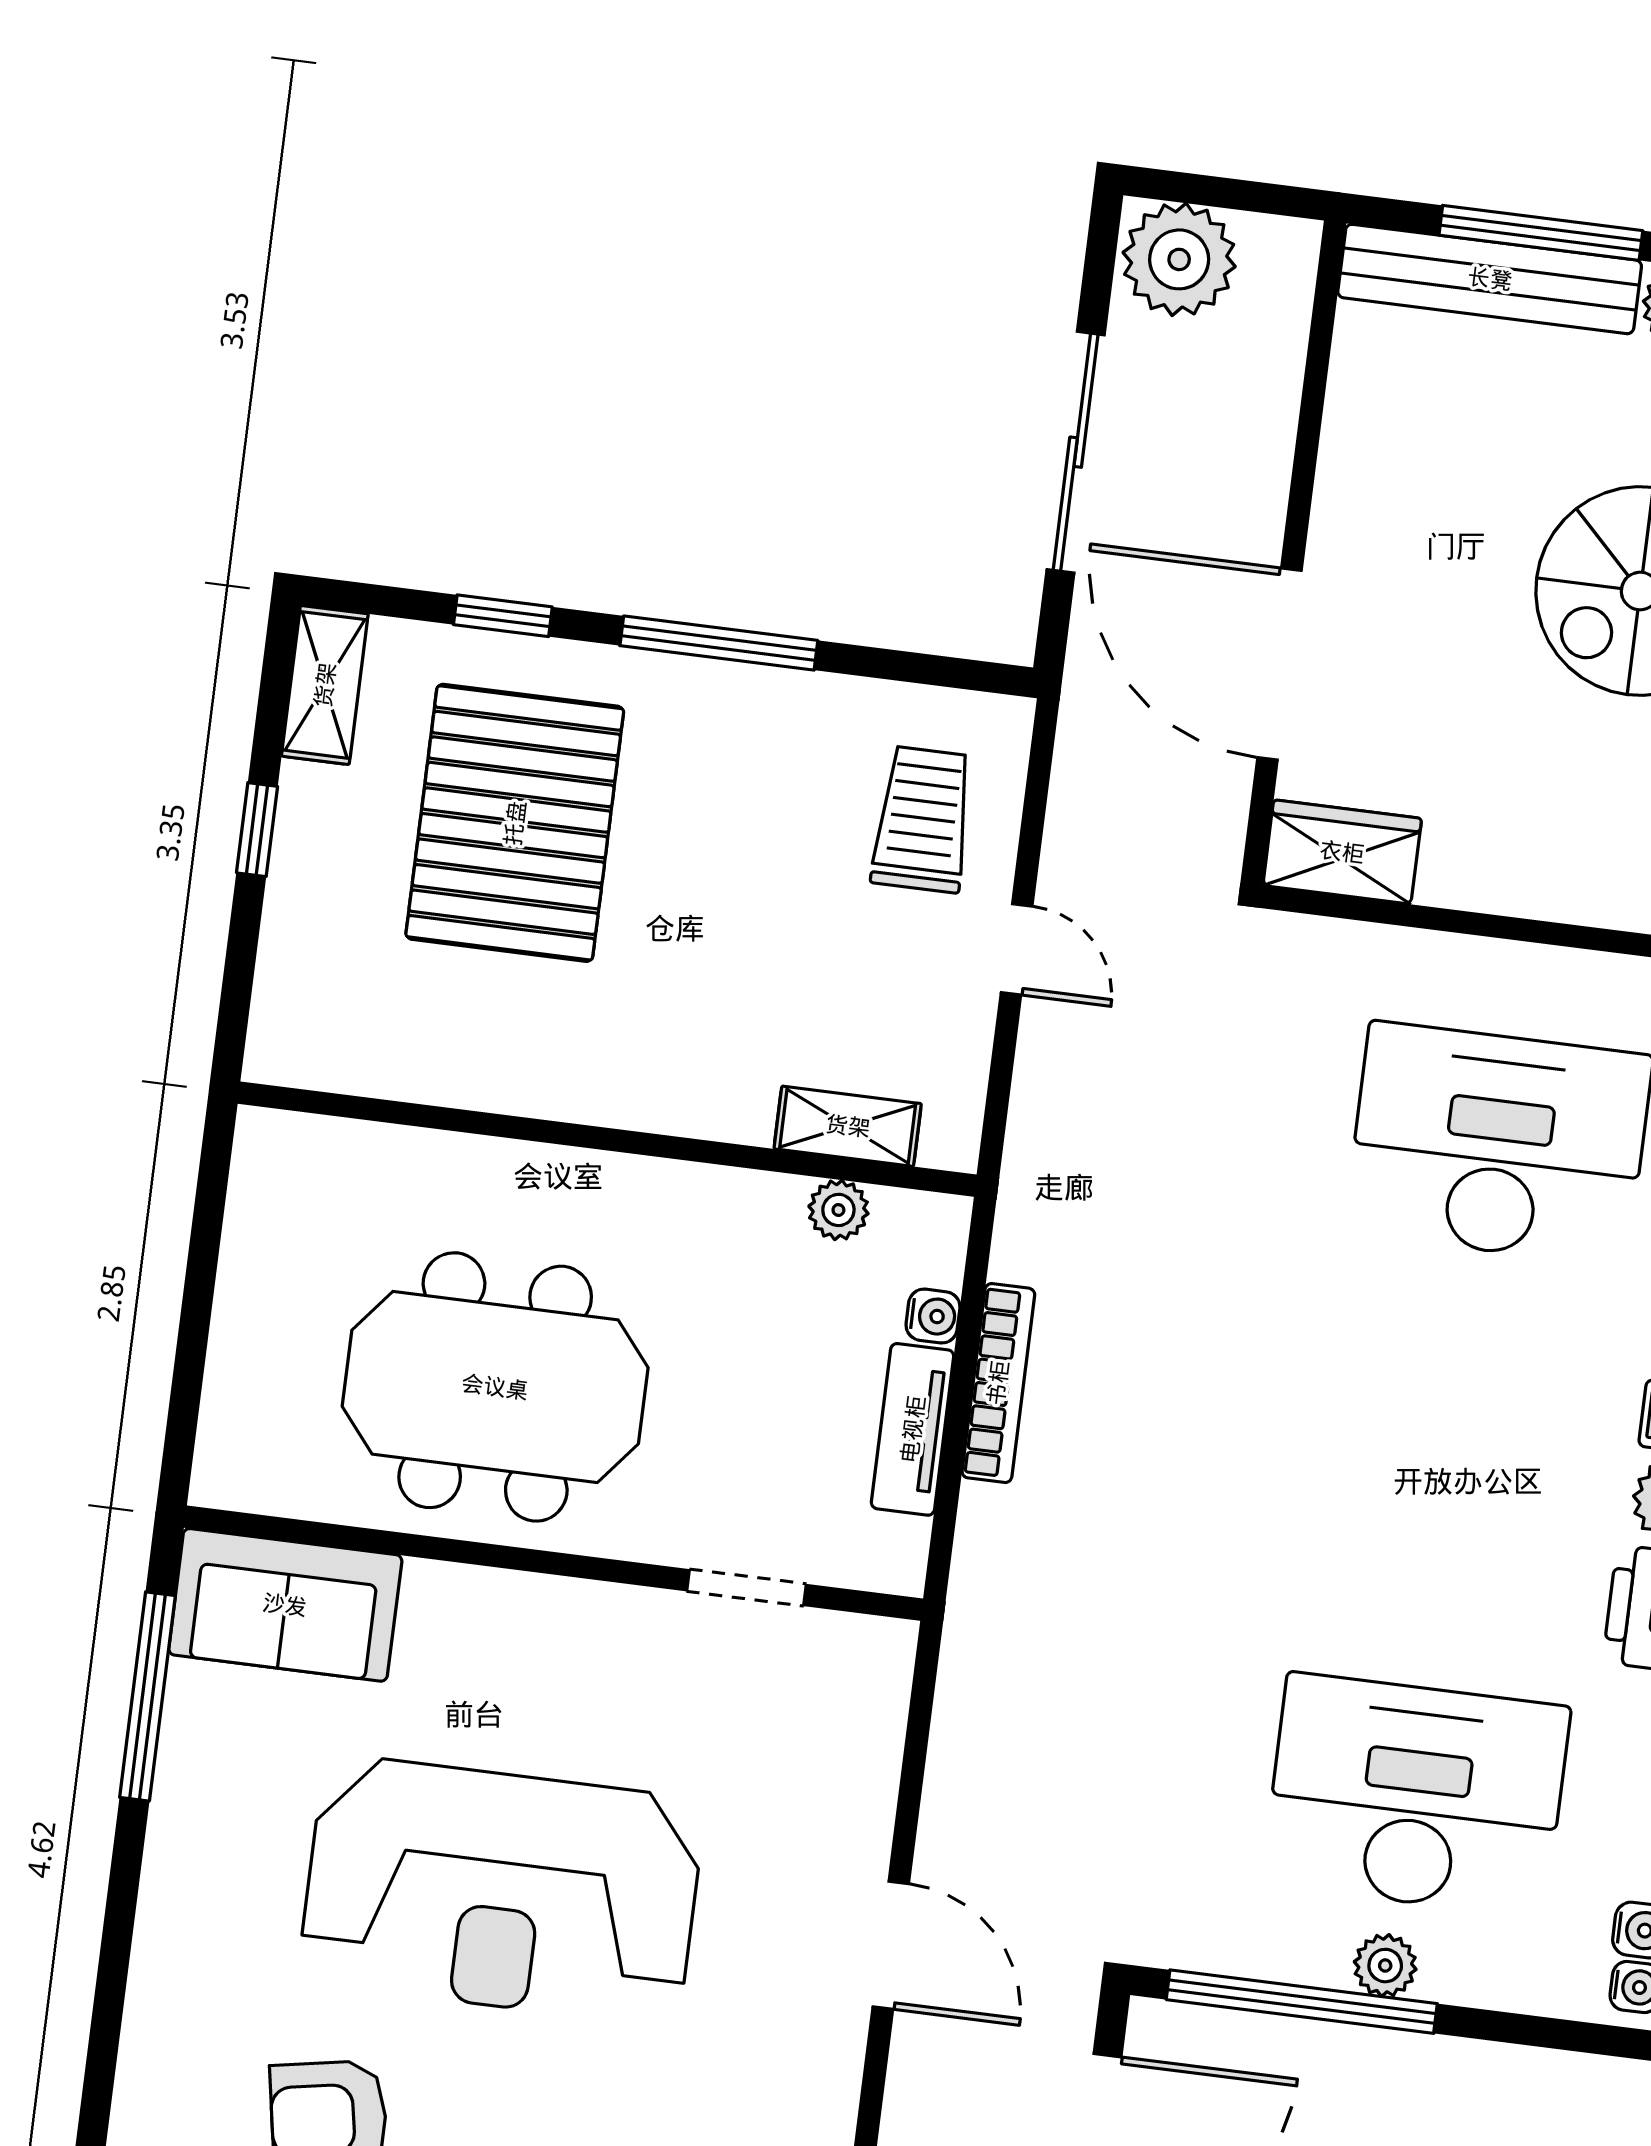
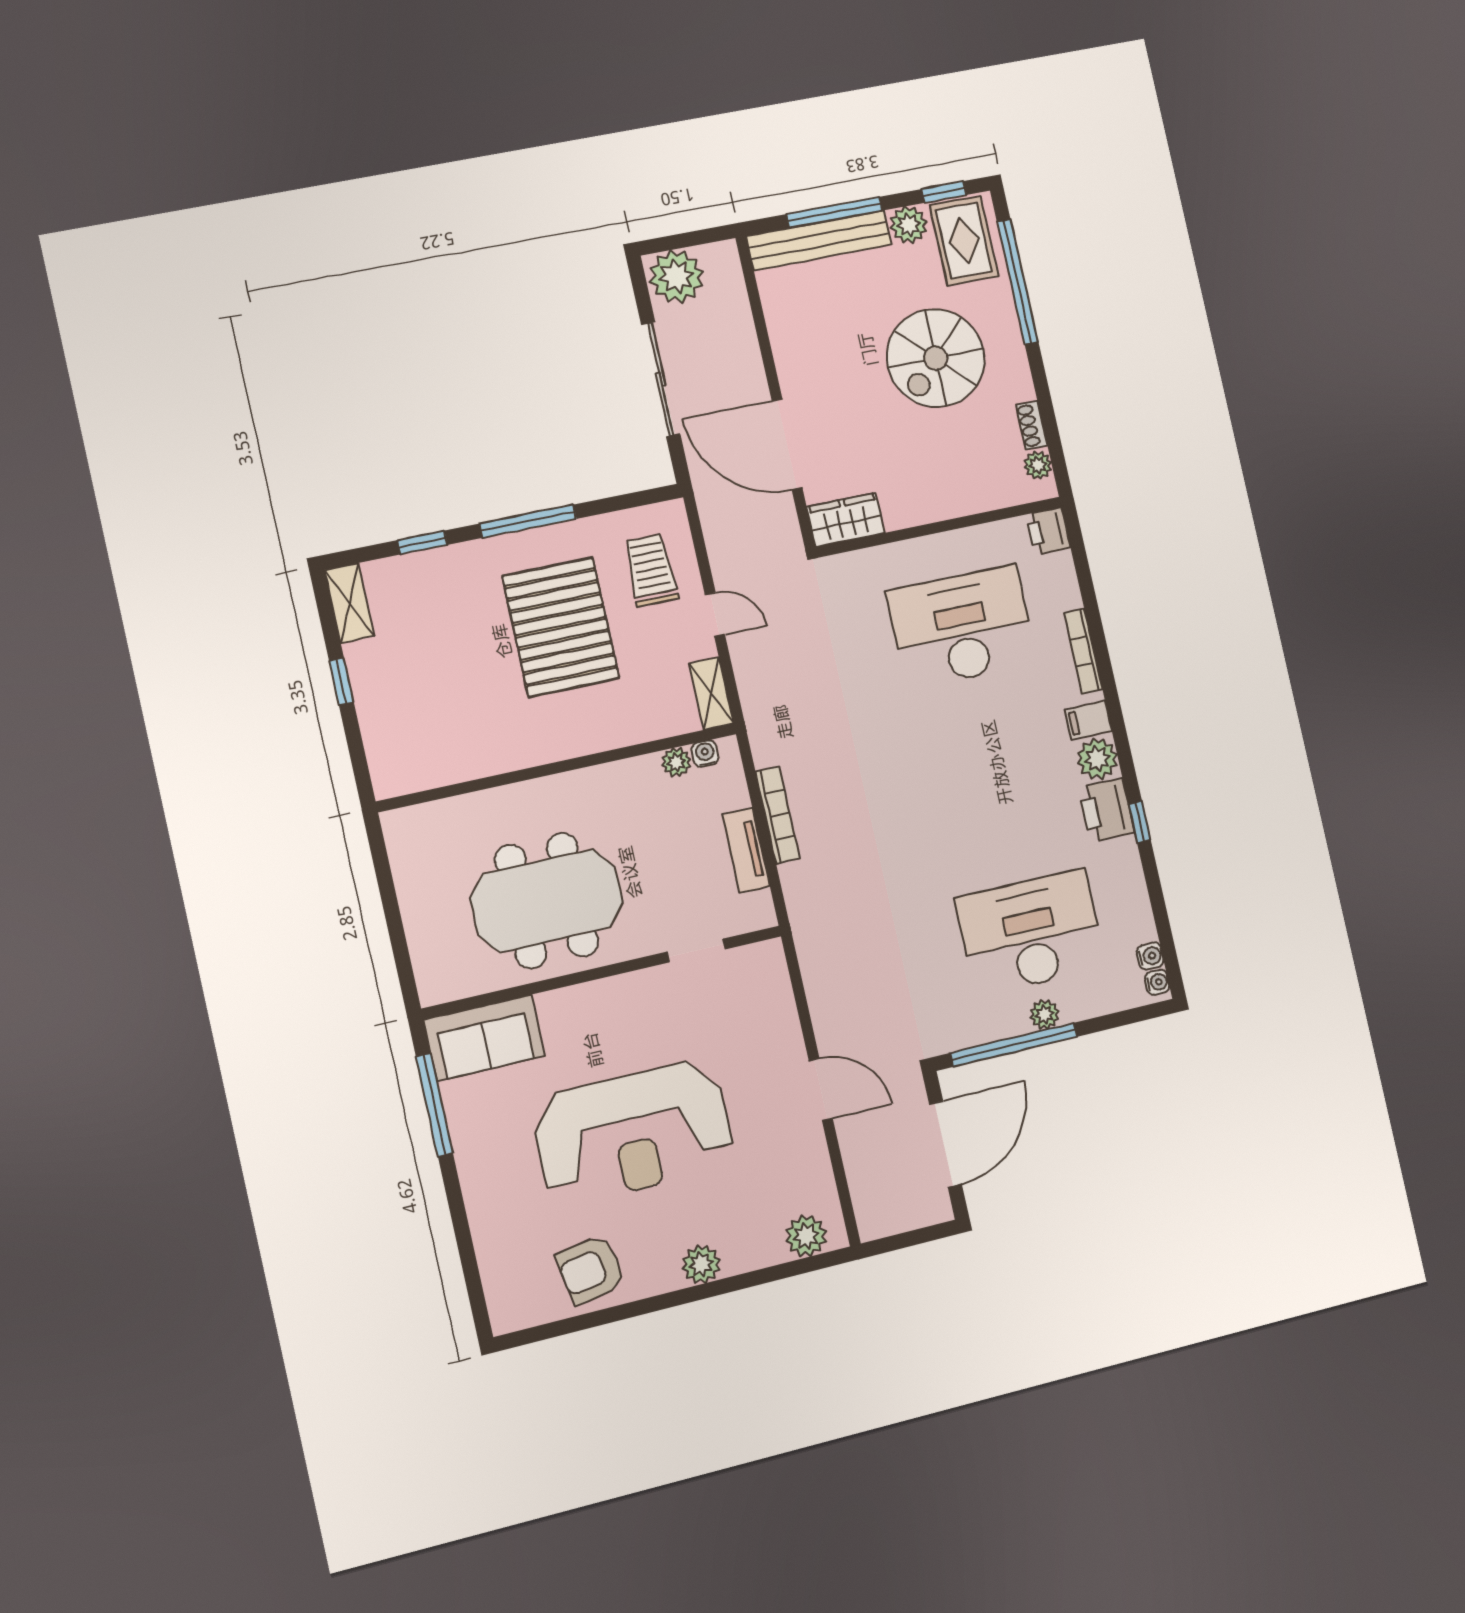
pallet: (515, 823) -> (561, 627), moved
shelving: (848, 1126) -> (711, 693), moved, turned 90
water cooler: (933, 1316) -> (705, 754), moved, turned -90

